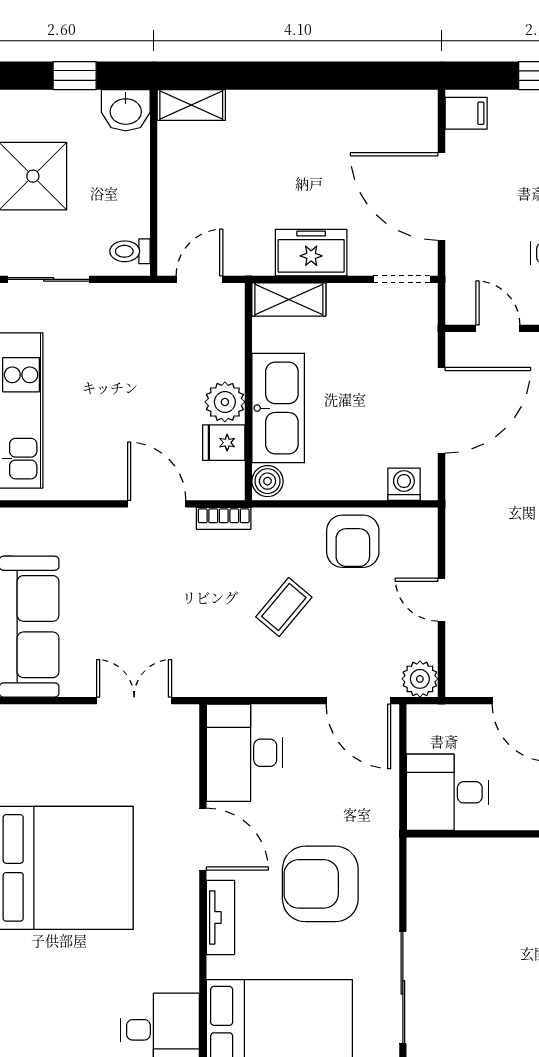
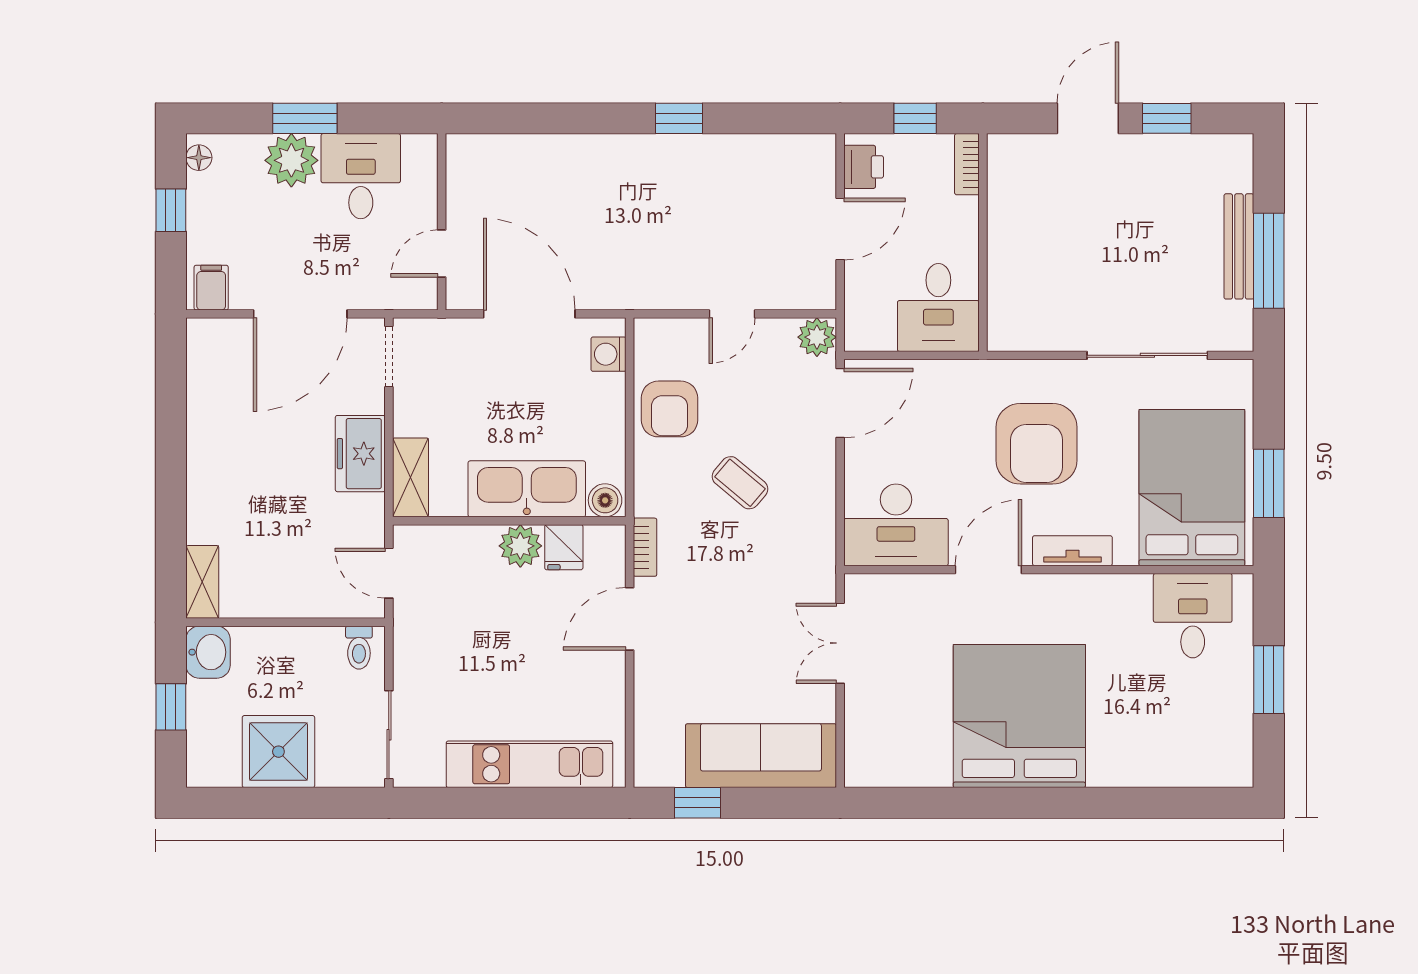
armchair: (353, 541) -> (670, 409), turned 90

